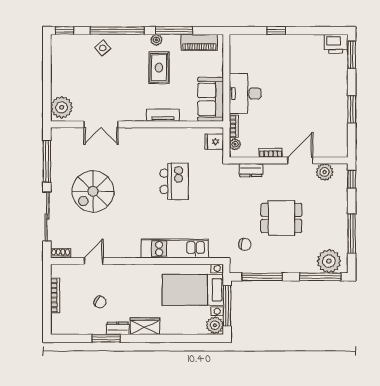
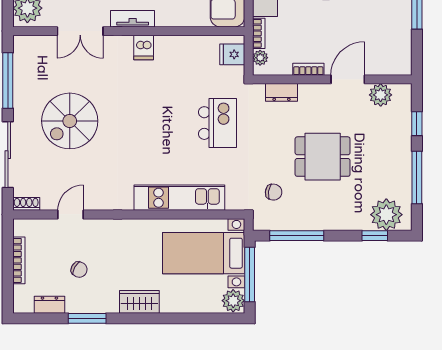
tv unit: (163, 115) -> (133, 19), moved
dishwasher: (148, 137) -> (144, 48), added
window: (352, 179) -> (417, 124), moved
kitchen island: (174, 181) -> (217, 123), moved
window: (320, 277) -> (375, 236), width x0.46
dresser: (118, 328) -> (49, 305), moved

